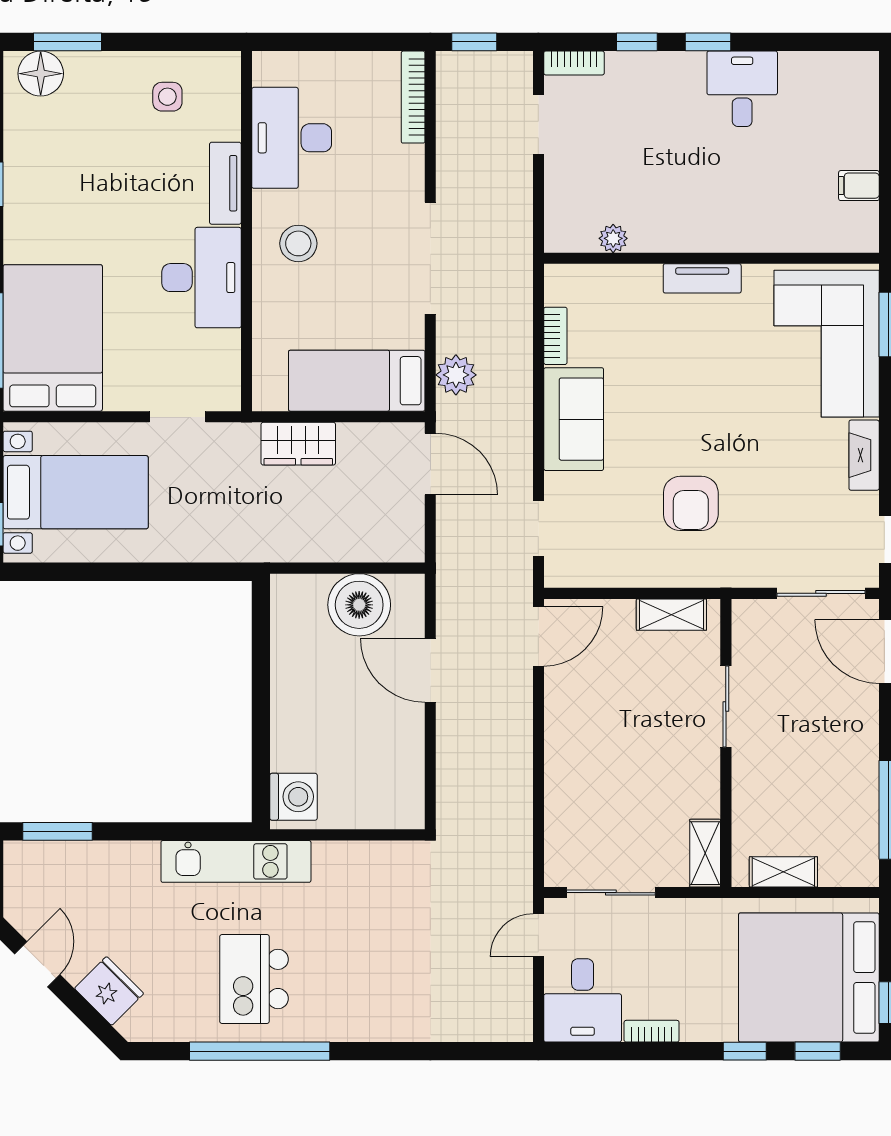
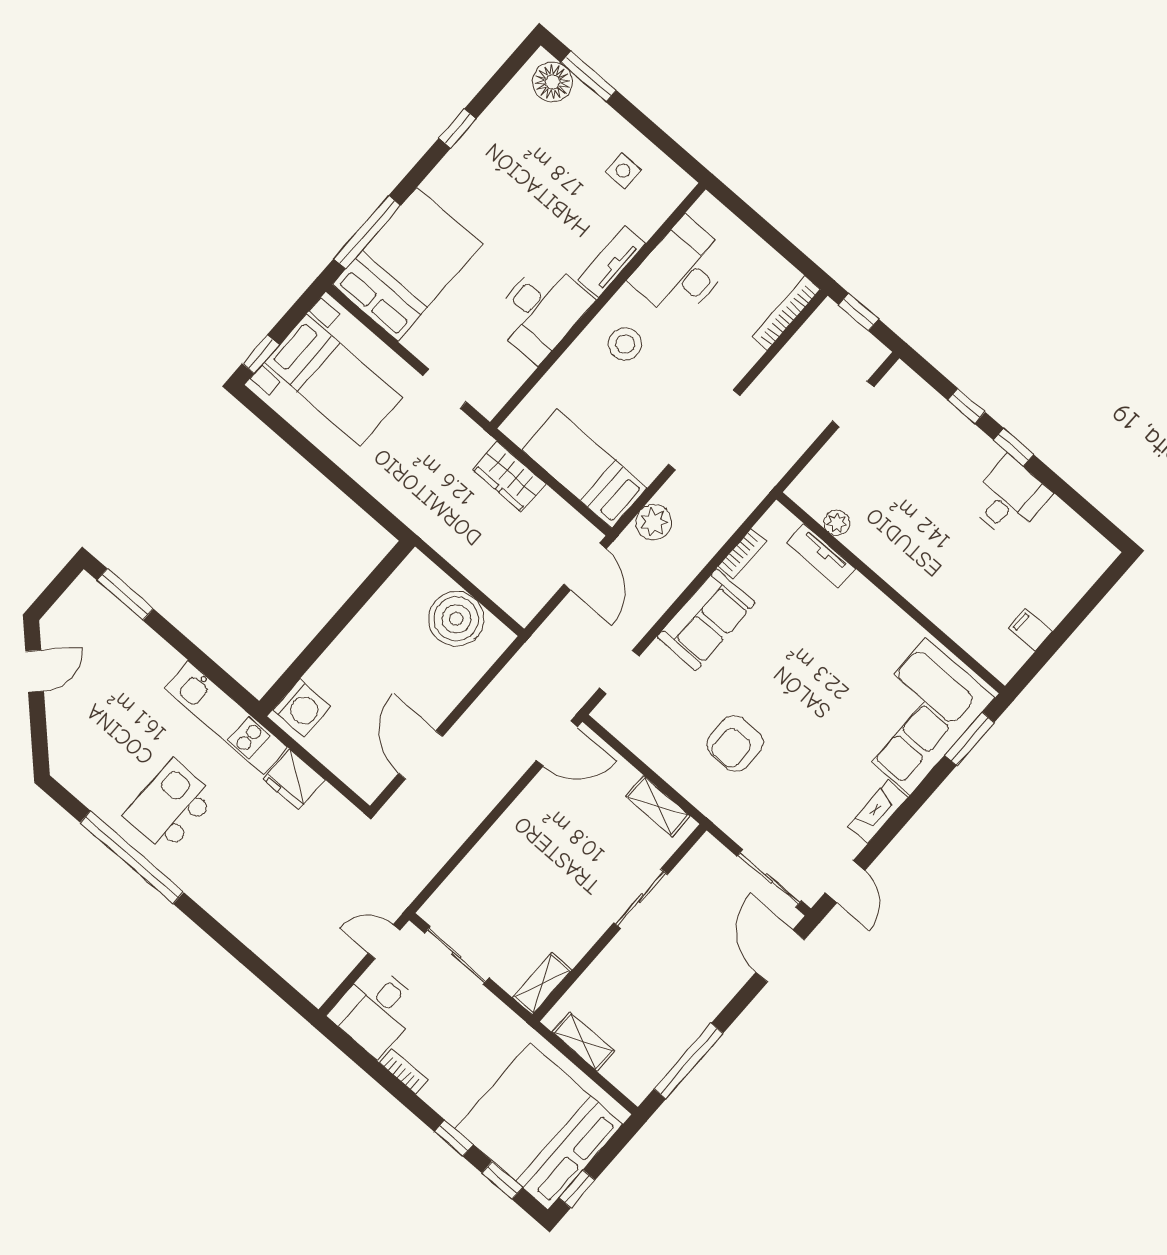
bookcase: (574, 63) -> (912, 384), removed
tv unit: (702, 278) -> (821, 556), moved
door: (430, 670) -> (421, 755), moved
fridge: (109, 991) -> (294, 779), moved, turned 135

